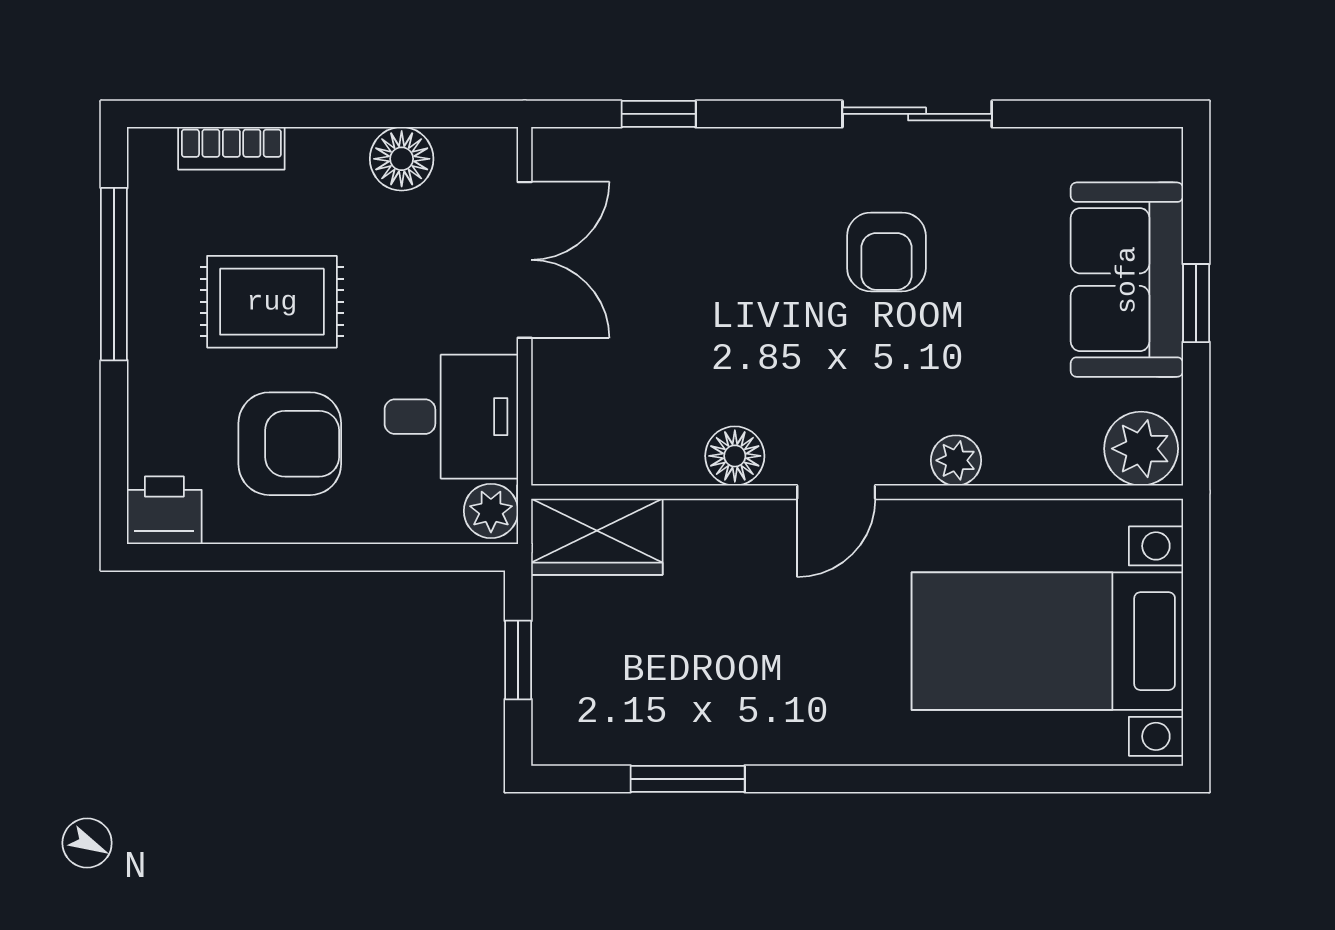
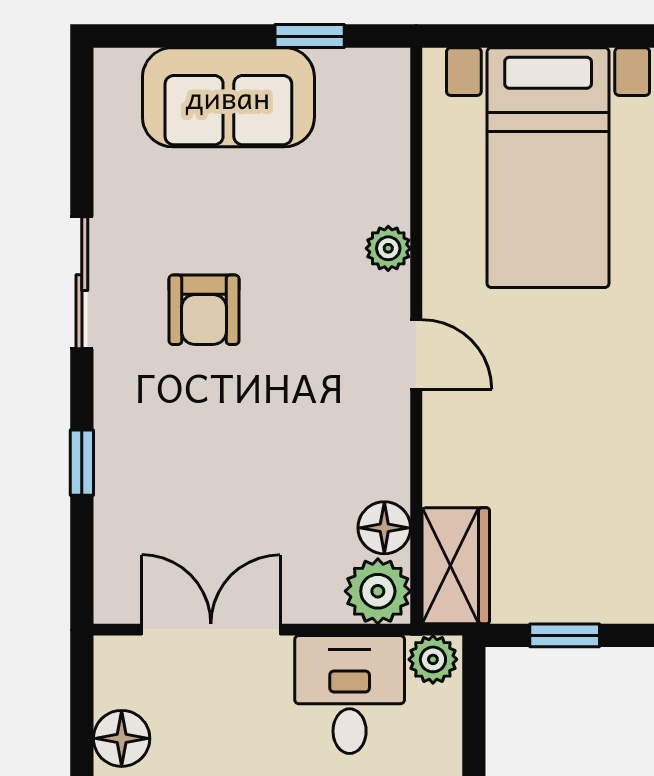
window: (659, 114) -> (82, 463), moved
armchair: (886, 252) -> (204, 310), turned 90
window: (1196, 303) -> (310, 36), moved
plant: (1141, 449) -> (378, 591), moved
floor lamp: (735, 456) -> (384, 528), moved

